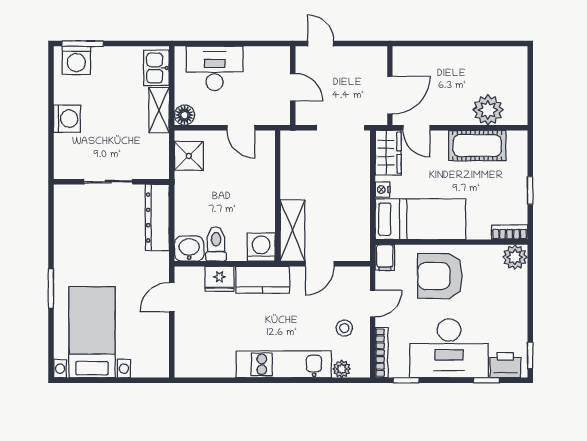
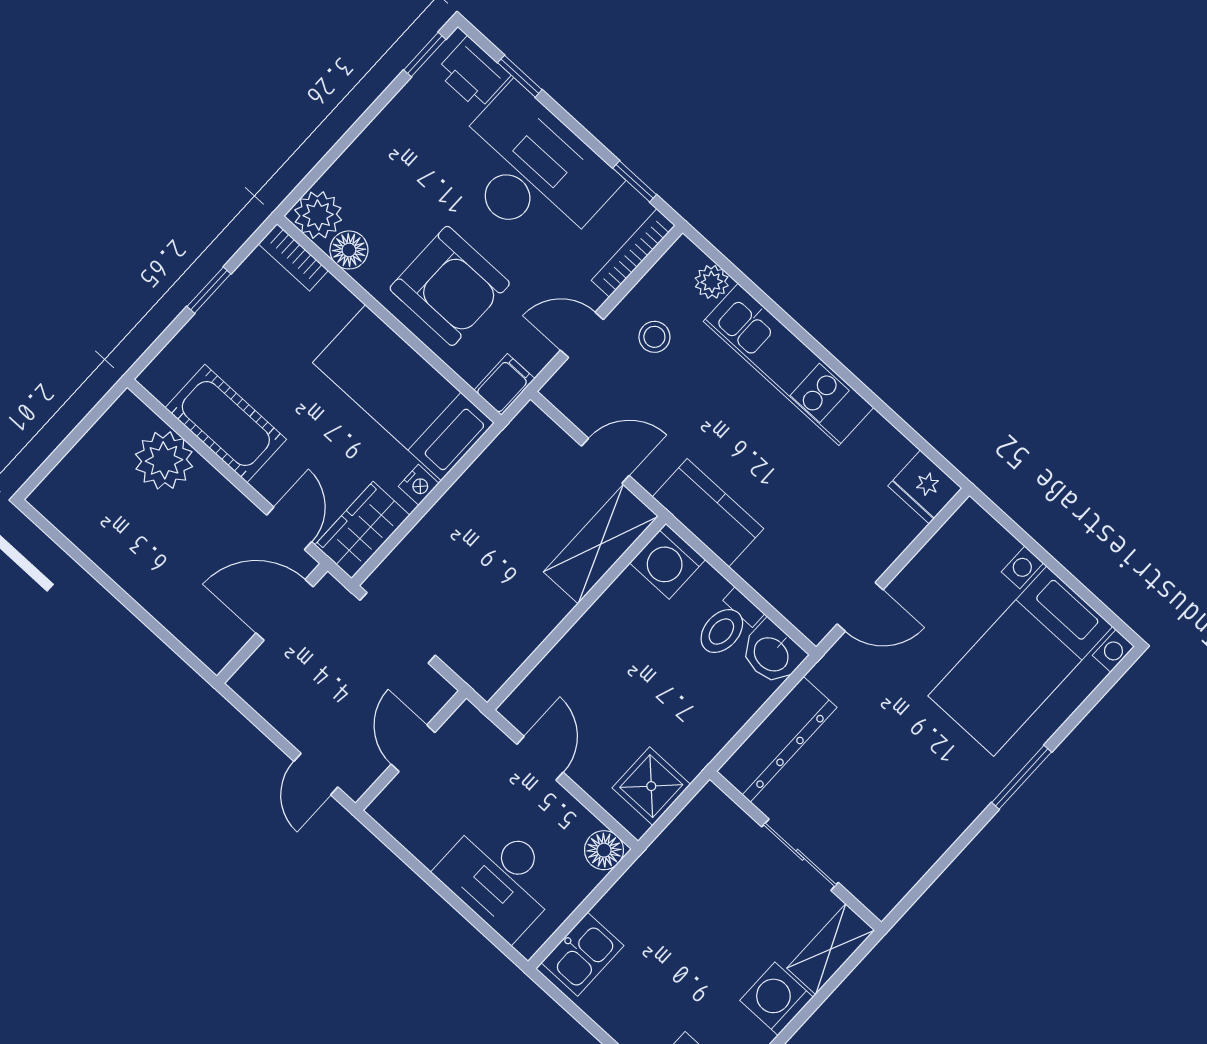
shelving: (159, 110) -> (831, 949), moved
floor lamp: (491, 255) -> (349, 250), added
fridge: (219, 279) -> (925, 487), moved, turned 180

